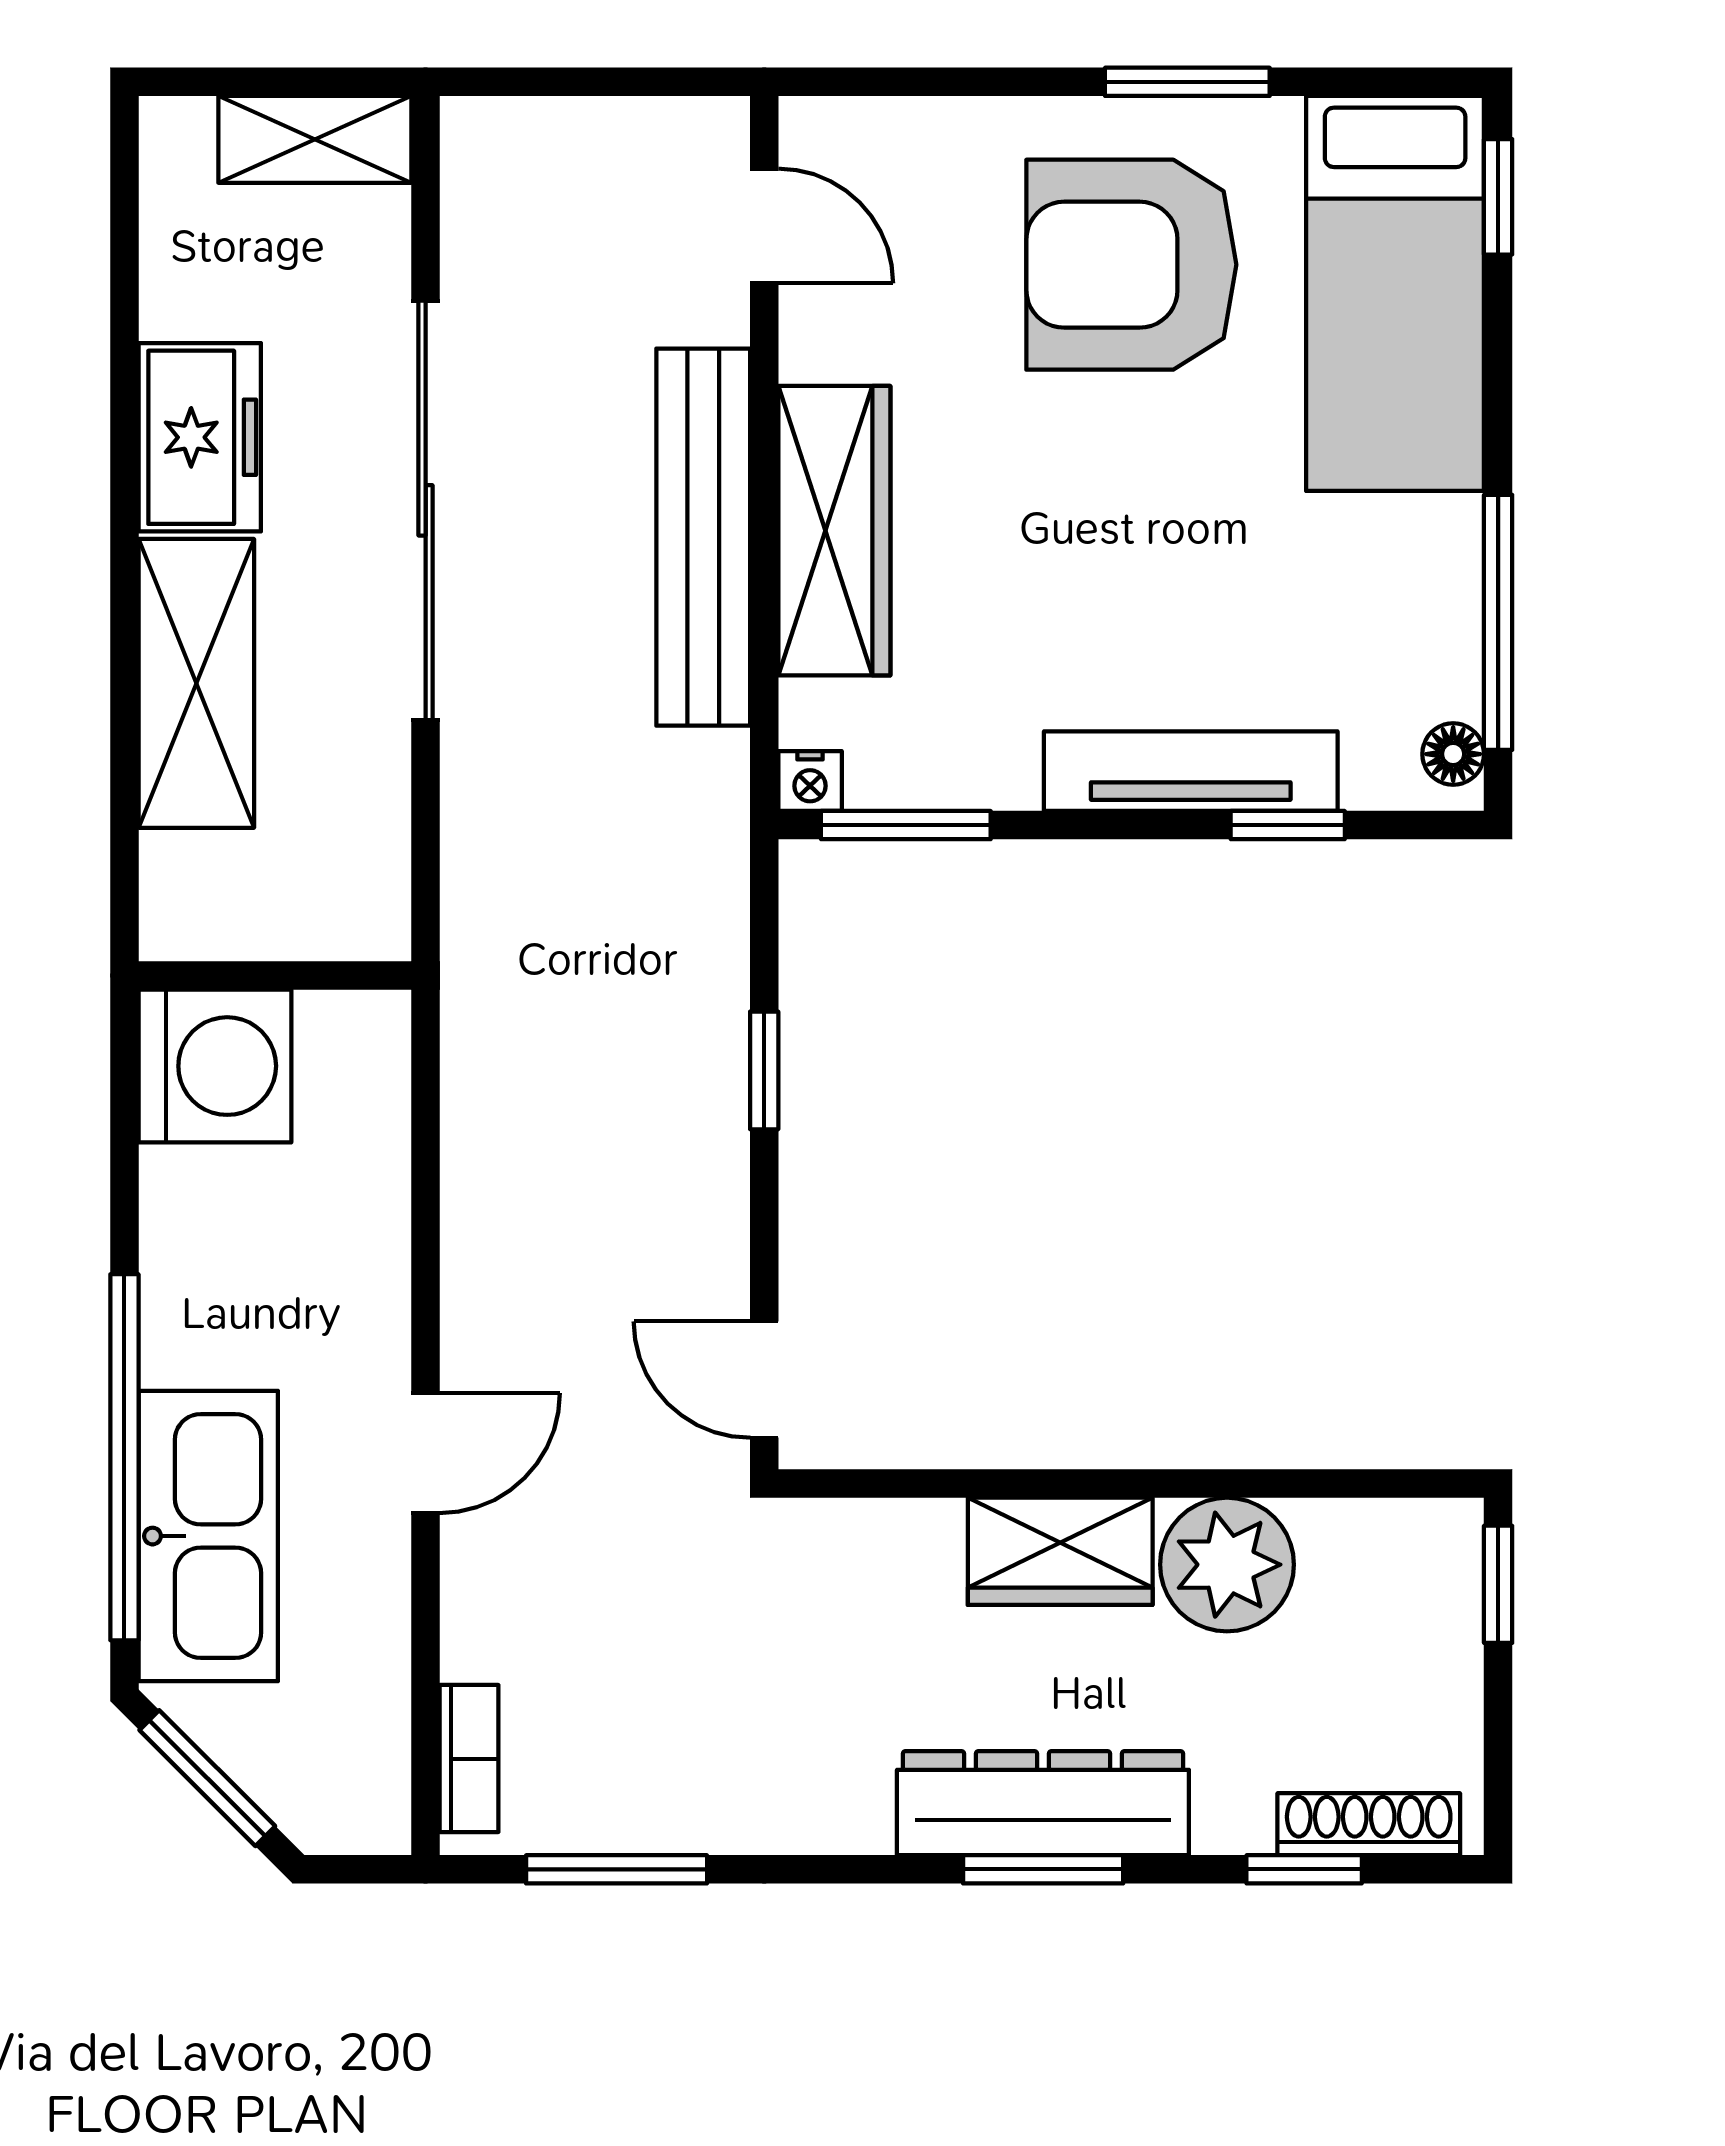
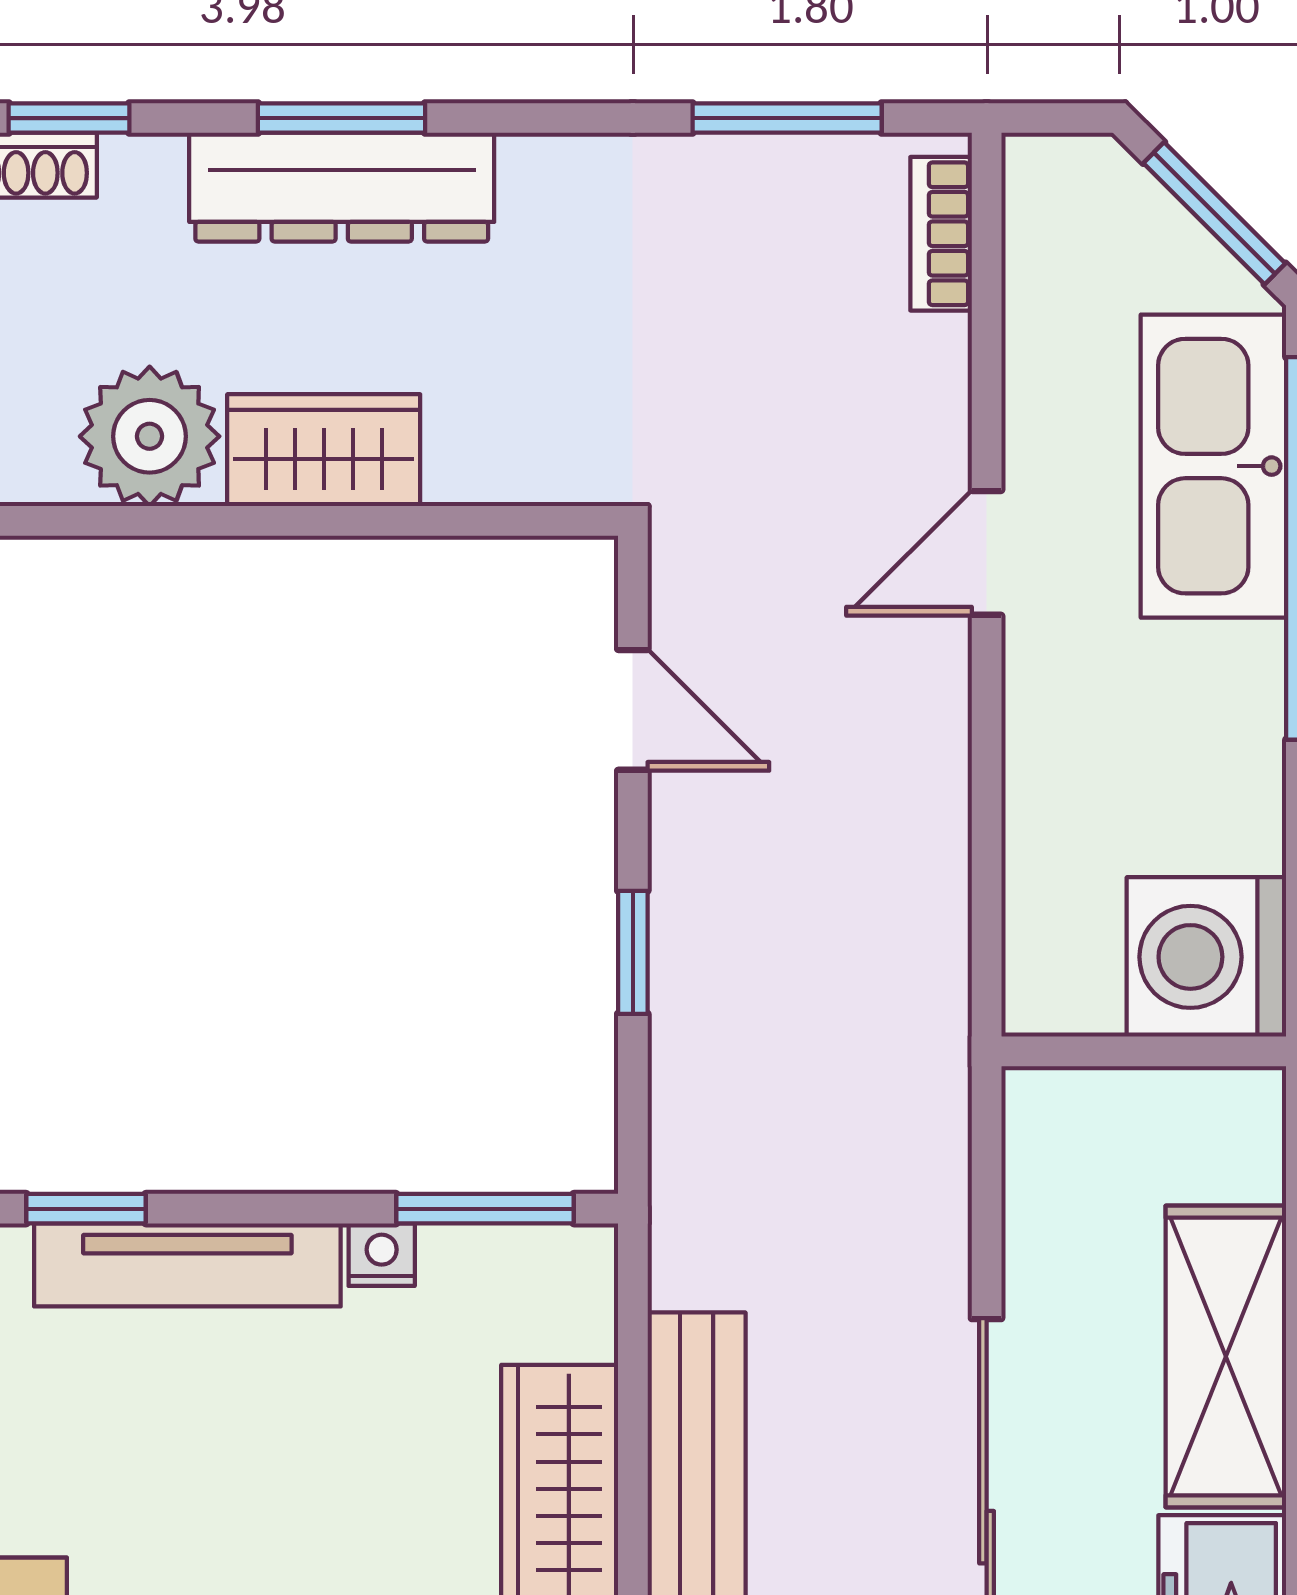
nightstand: (810, 781) -> (382, 1255), moved
door: (764, 1379) -> (633, 710), moved

